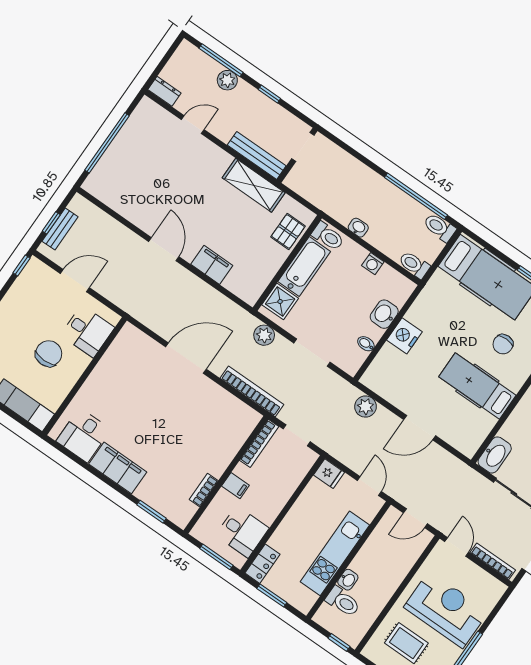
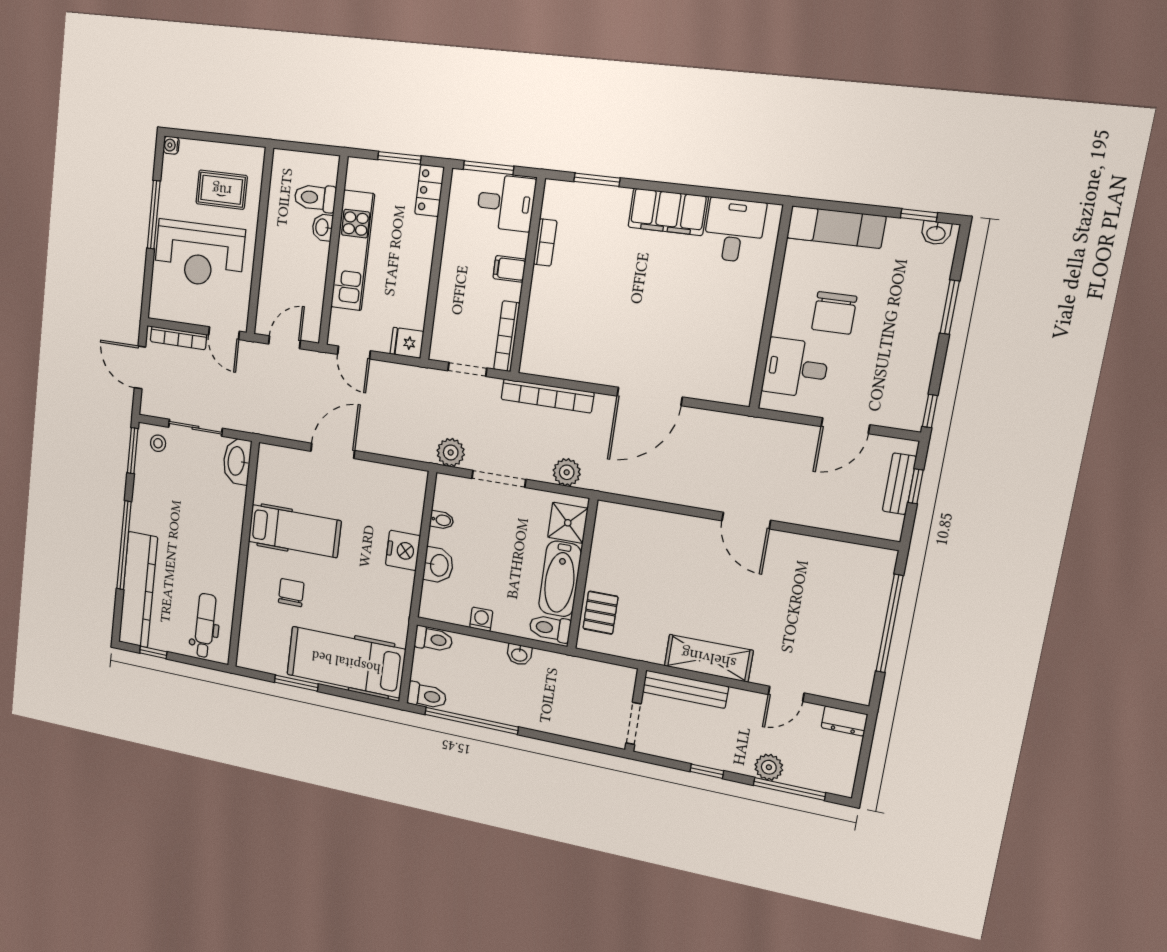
shelving: (254, 185) -> (709, 658), moved
filing cabinet: (212, 265) -> (675, 529), removed
plant: (366, 407) -> (451, 452), moved
desk: (242, 532) -> (506, 203), moved, turned 180
window: (339, 642) -> (295, 146), removed

